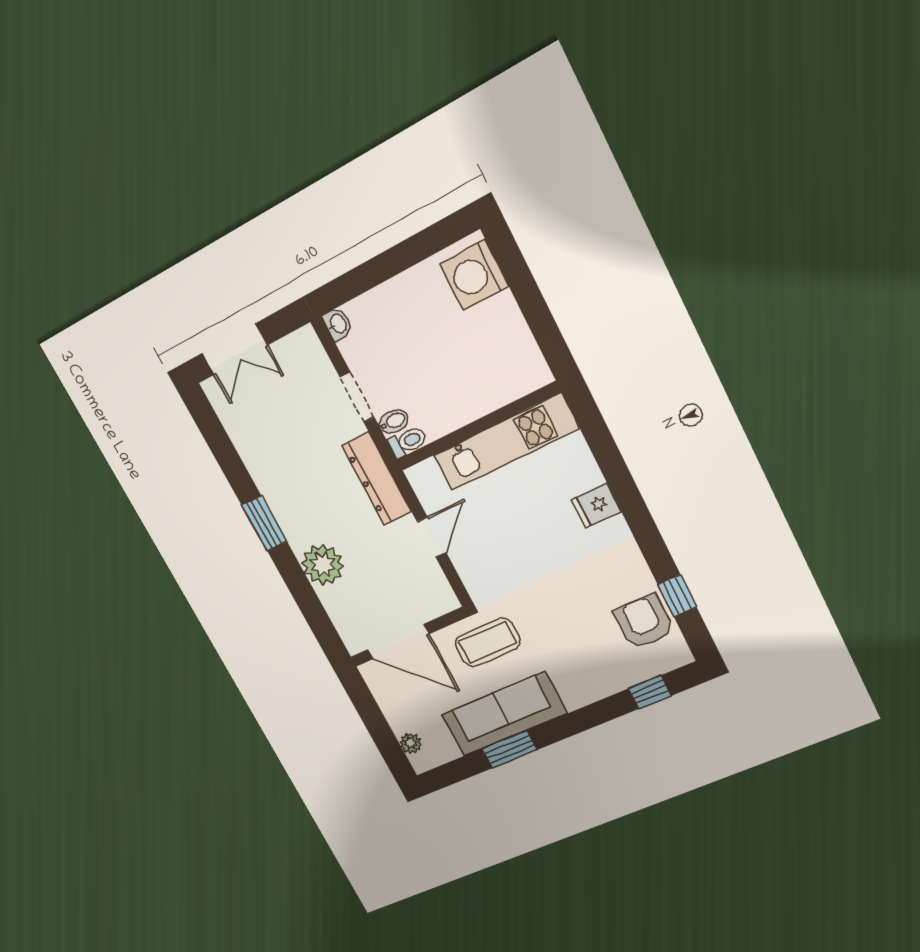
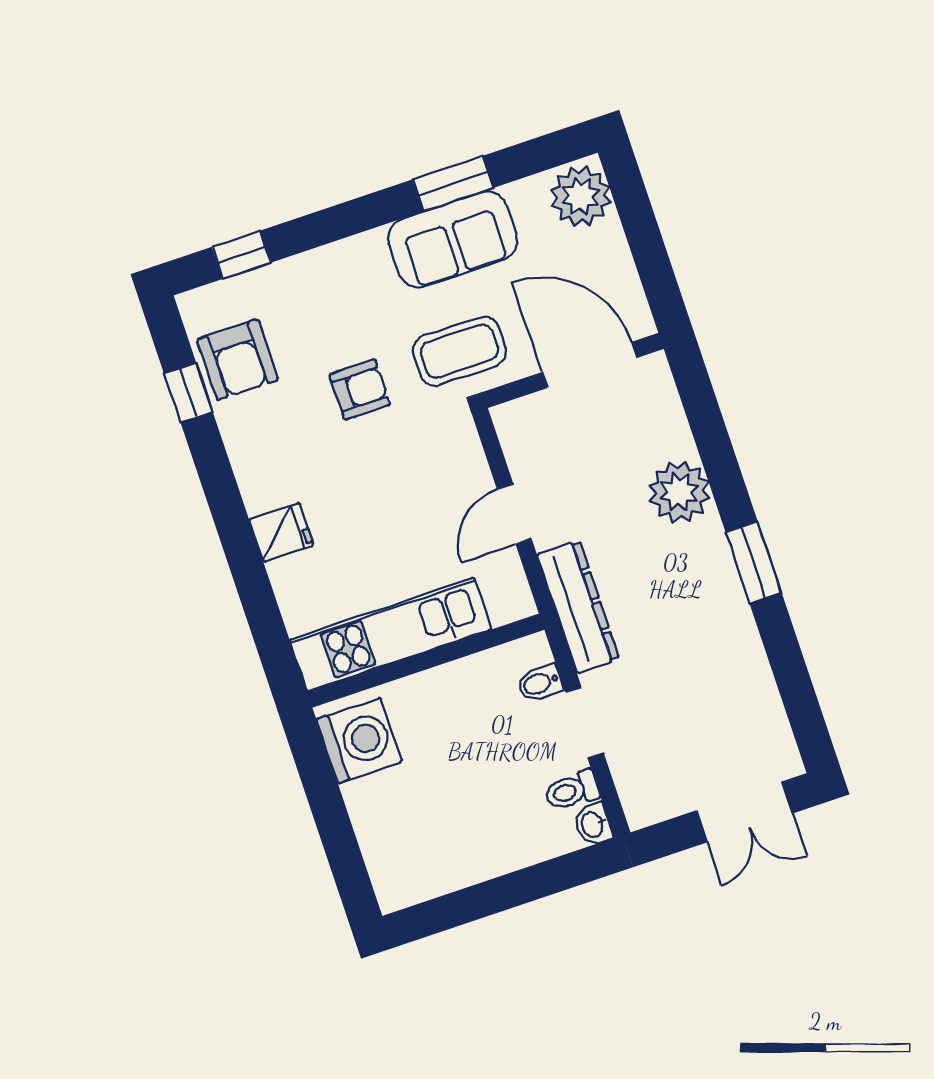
washing machine: (474, 275) -> (359, 741), moved
double door: (235, 349) -> (745, 812), swing flipped
toilet: (408, 442) -> (572, 791), moved
armchair: (553, 610) -> (360, 389), added
sofa: (504, 714) -> (453, 239), width x0.73
plant: (411, 743) -> (581, 196), width x1.87, depth x1.87

